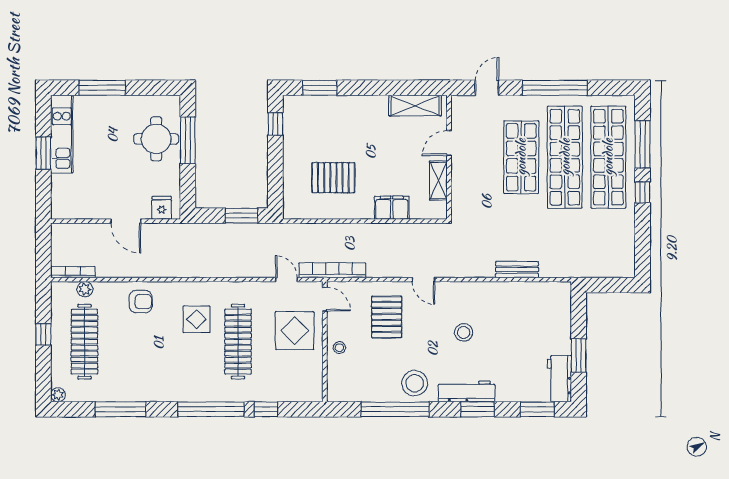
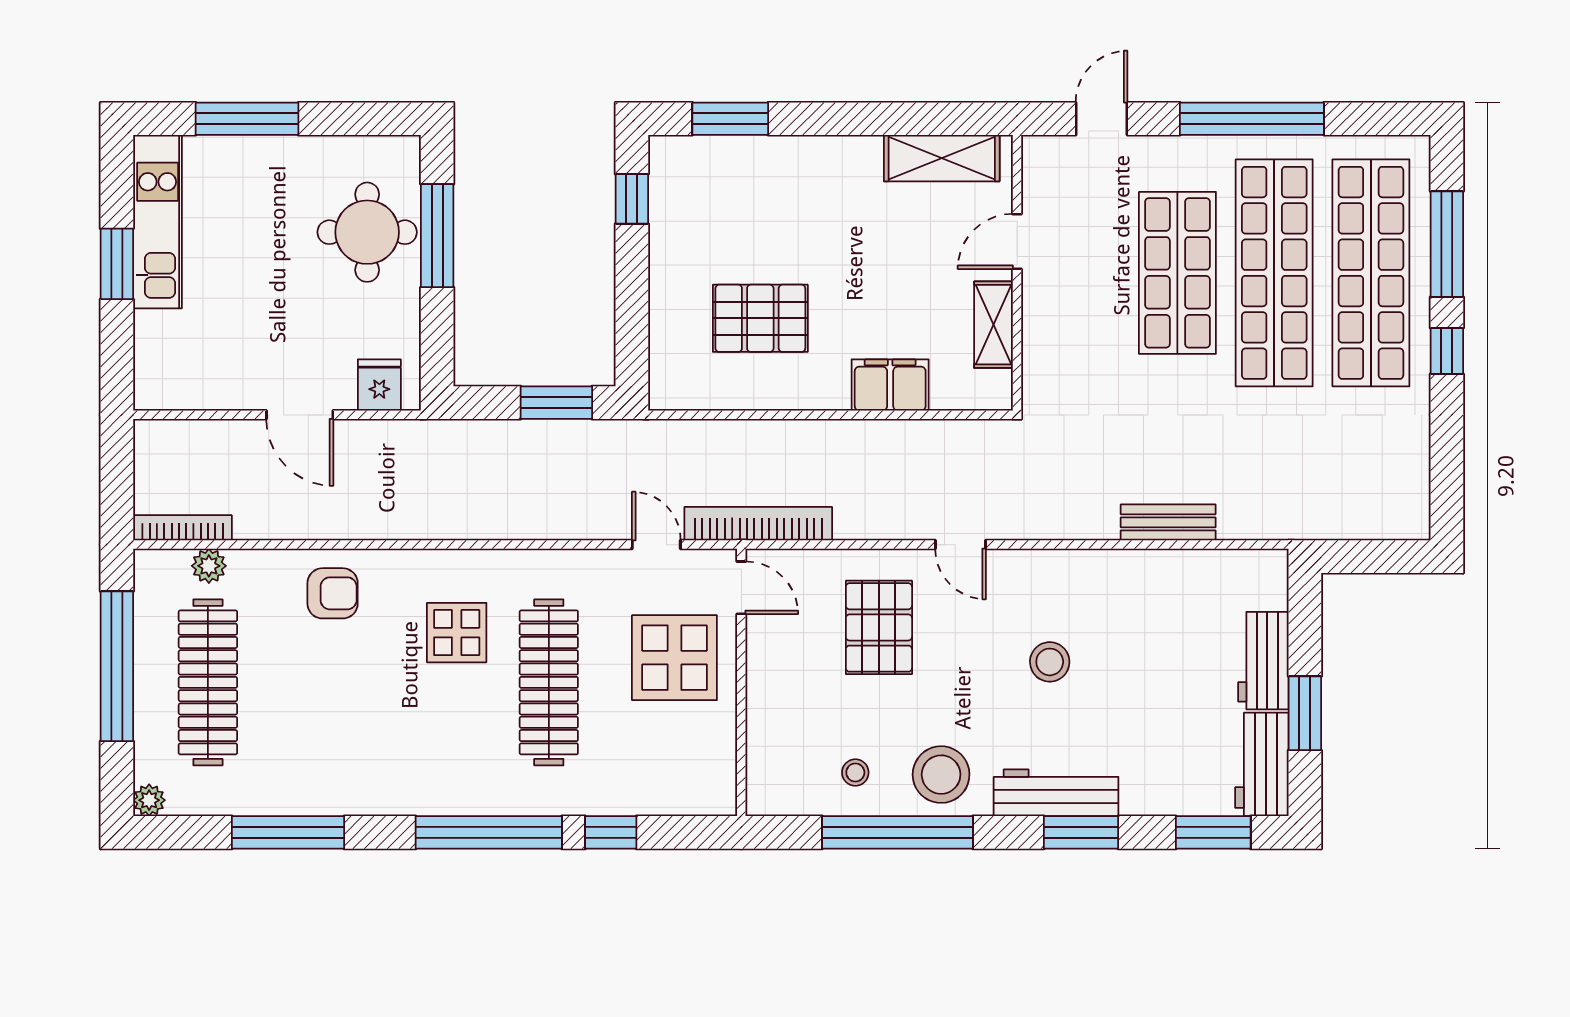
workbench: (560, 332) -> (1263, 661), added
window: (43, 334) -> (117, 666), width x3.17
stool: (339, 348) -> (855, 773), moved

